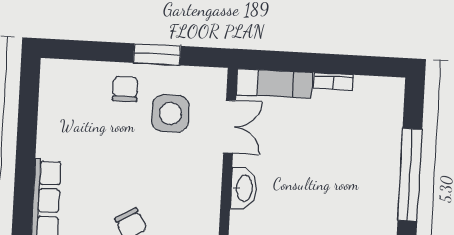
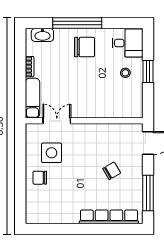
window: (157, 54) -> (20, 162), removed
chair: (364, 186) -> (84, 47), added
washbasin: (244, 188) -> (42, 35), moved, turned 180

